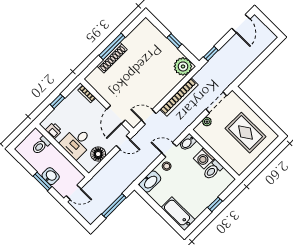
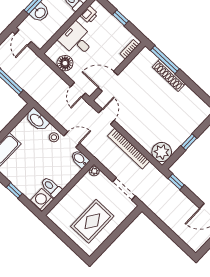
window: (112, 46) -> (165, 60), moved
plant: (207, 122) -> (94, 171), moved
door: (169, 150) -> (72, 139), hinge flipped
washing machine: (204, 158) -> (42, 200), moved

